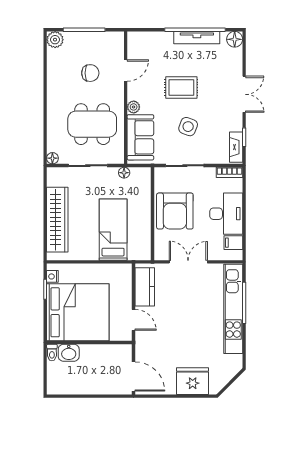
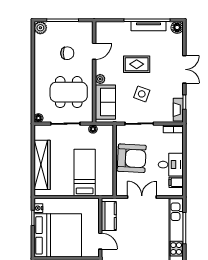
armchair: (175, 211) -> (132, 158), turned -87
desk: (226, 214) -> (171, 165), width x0.73

